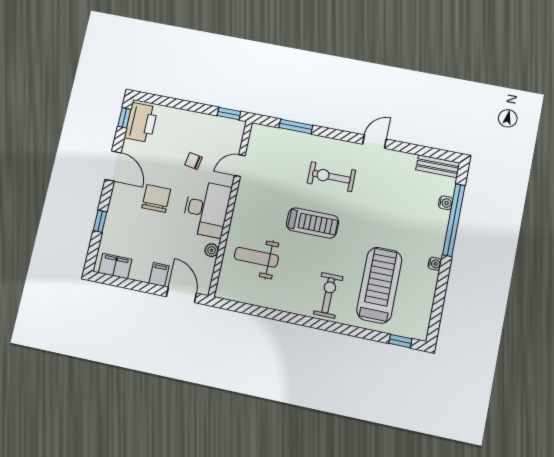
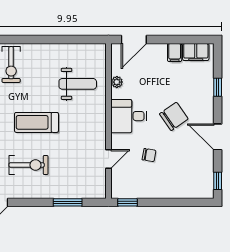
printer: (141, 123) -> (202, 180), removed
chair: (156, 198) -> (174, 116), turned -125
desk: (206, 209) -> (129, 116), width x0.73
filing cabinet: (159, 274) -> (175, 52), moved
door: (181, 295) -> (134, 39), hinge flipped

